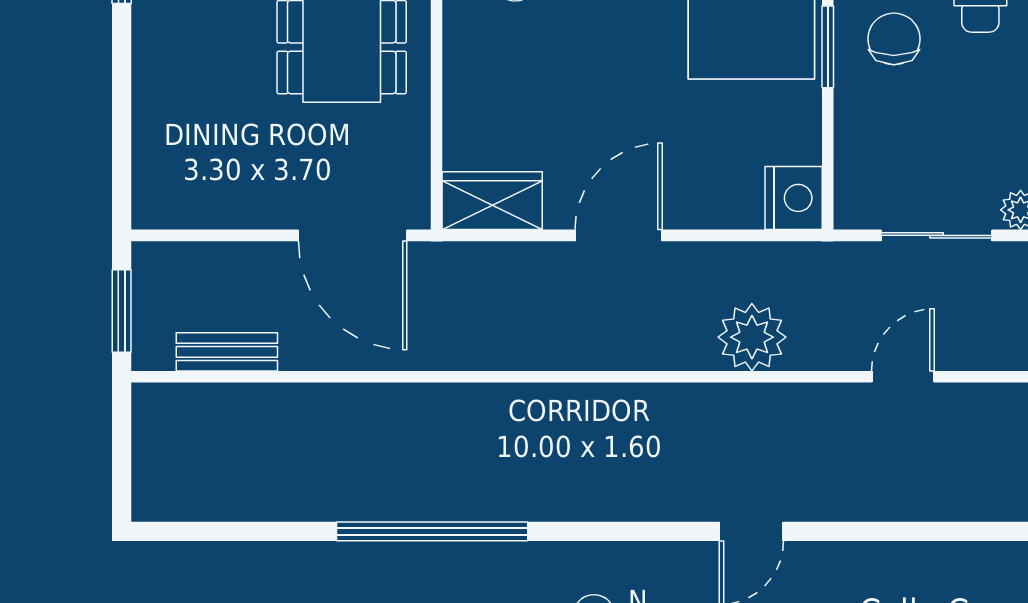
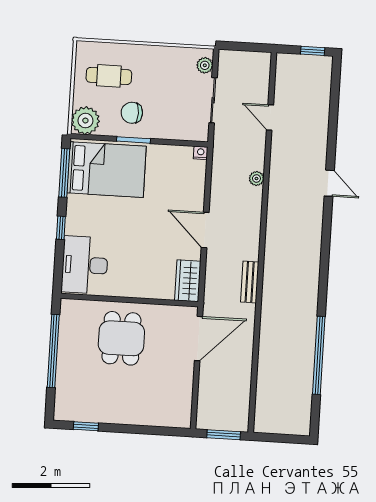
nightstand: (794, 198) -> (201, 153), width x0.53, depth x0.56
plant: (752, 337) -> (256, 178), width x0.53, depth x0.53
bench: (227, 352) -> (250, 282), moved
window: (432, 531) -> (319, 355), moved

